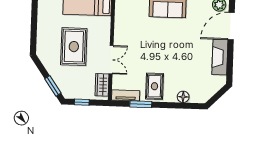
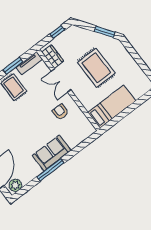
armchair: (133, 34) -> (60, 112), added
window: (53, 86) -> (105, 32), moved

